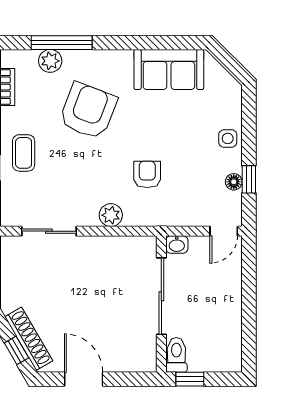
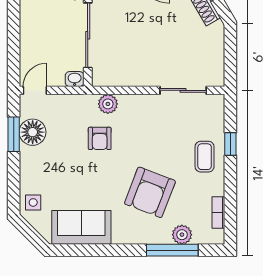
side table: (228, 138) -> (33, 202), moved
window: (249, 179) -> (14, 134), width x1.50
floor lamp: (234, 182) -> (33, 132), width x1.89, depth x1.89
plant: (111, 215) -> (108, 104), moved

